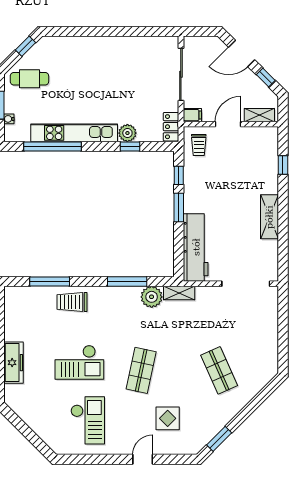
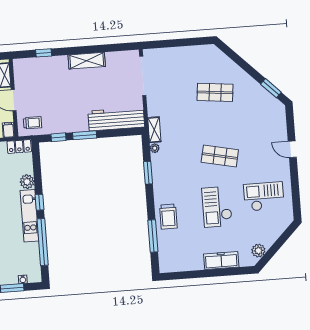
kitchen unit: (74, 133) -> (29, 216), width x0.73
window: (130, 146) -> (40, 202), moved
window: (127, 281) -> (148, 173), width x0.69
plant: (152, 297) -> (155, 148), width x0.53, depth x0.53
checkout: (79, 362) -> (217, 207), turned 180
shop shelf: (219, 370) -> (215, 92), turned 30
plant: (22, 409) -> (258, 251), added
display table: (168, 418) -> (257, 131), removed

